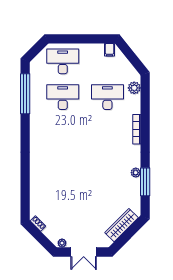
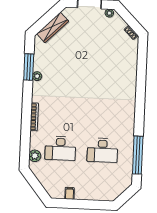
filing cabinet: (110, 50) -> (70, 193), moved
desk: (63, 61) -> (101, 184), removed

